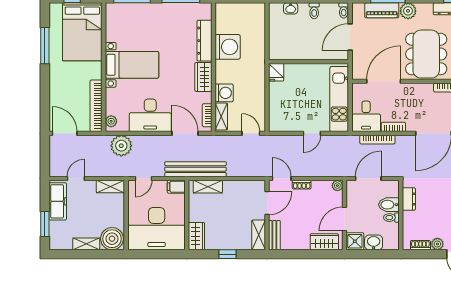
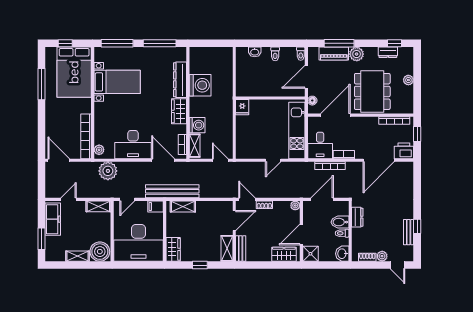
bed with nightstands: (132, 65) -> (117, 82), moved
floor lamp: (357, 65) -> (312, 101), added
washbasin: (374, 242) -> (342, 254), moved, turned -90

